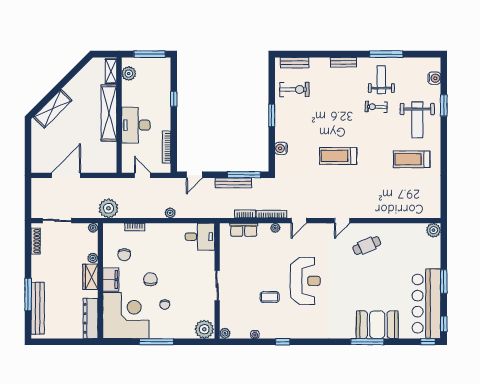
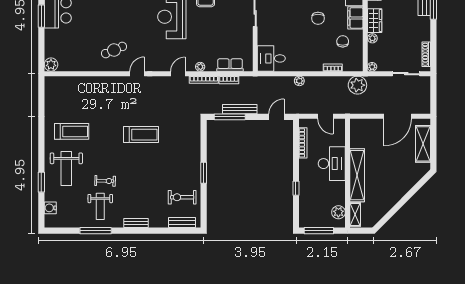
shelving: (53, 109) -> (423, 144), moved, turned -45
weight bench: (417, 120) -> (66, 169), turned 180
water cooler: (281, 148) -> (195, 142), removed

